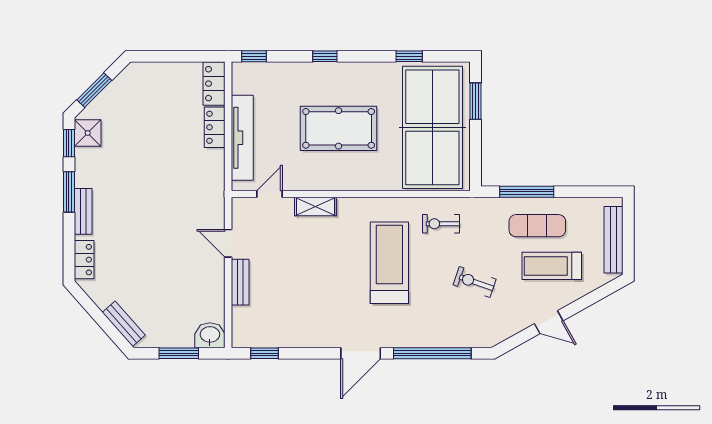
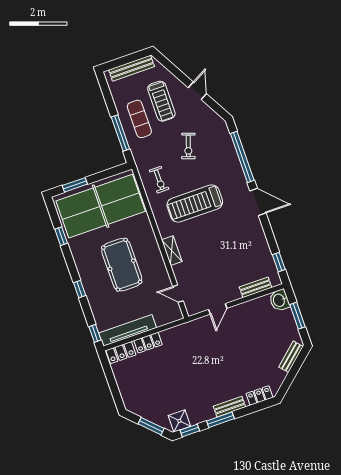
tv unit: (242, 138) -> (128, 330), moved
shelving: (315, 207) -> (172, 251), moved
bench: (240, 282) -> (256, 287), moved

